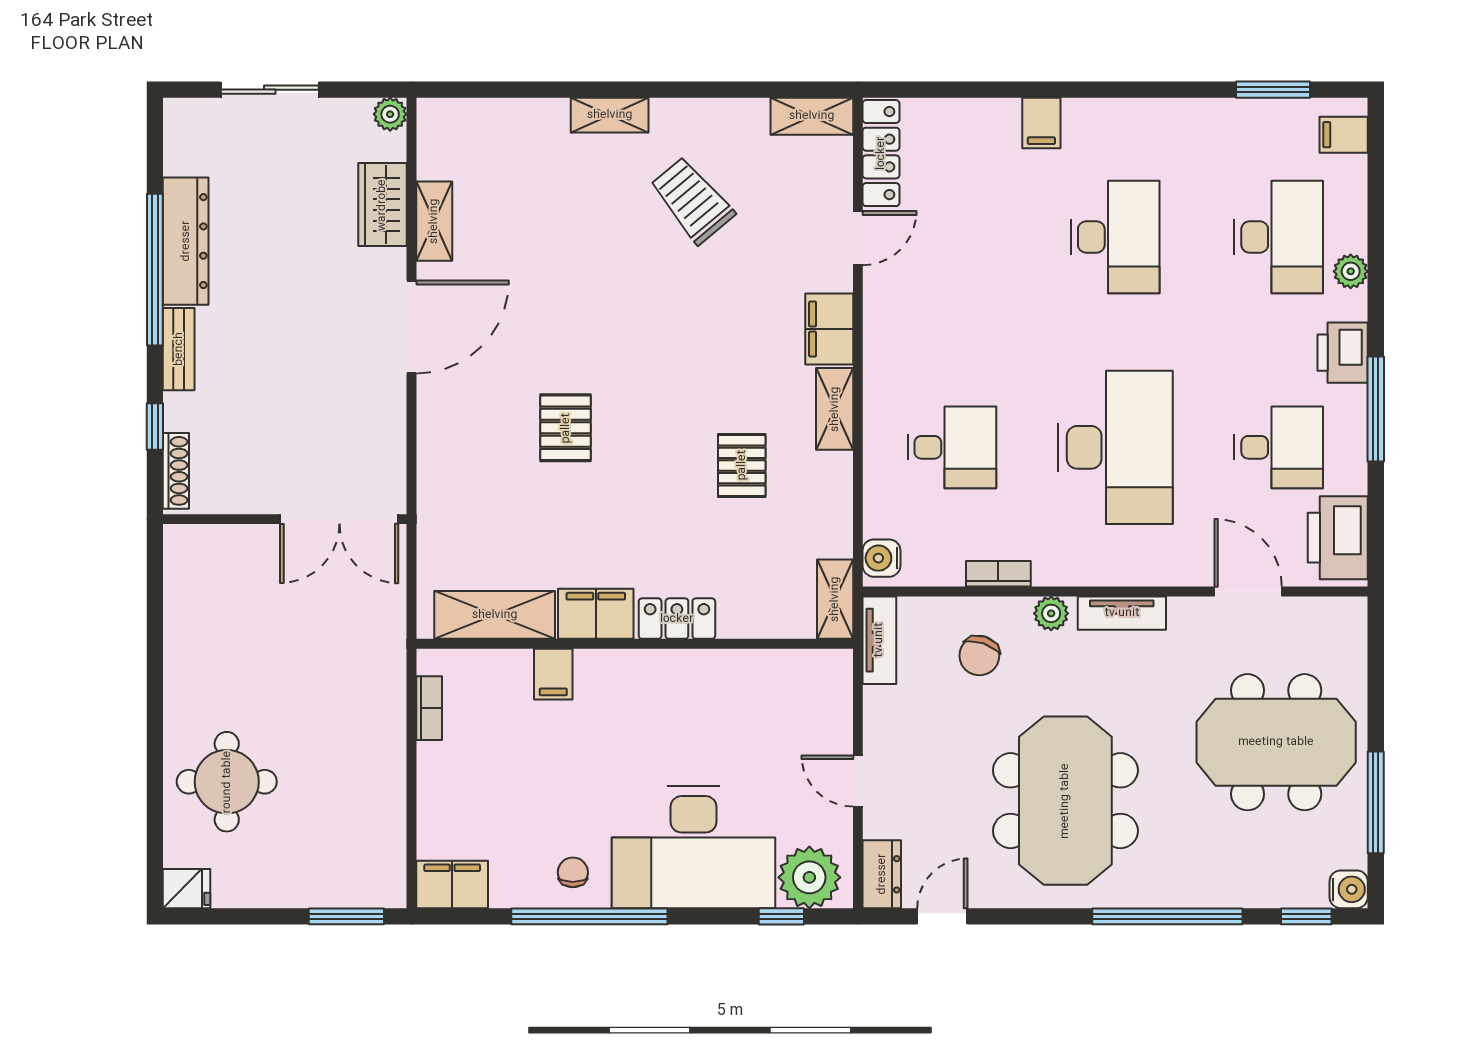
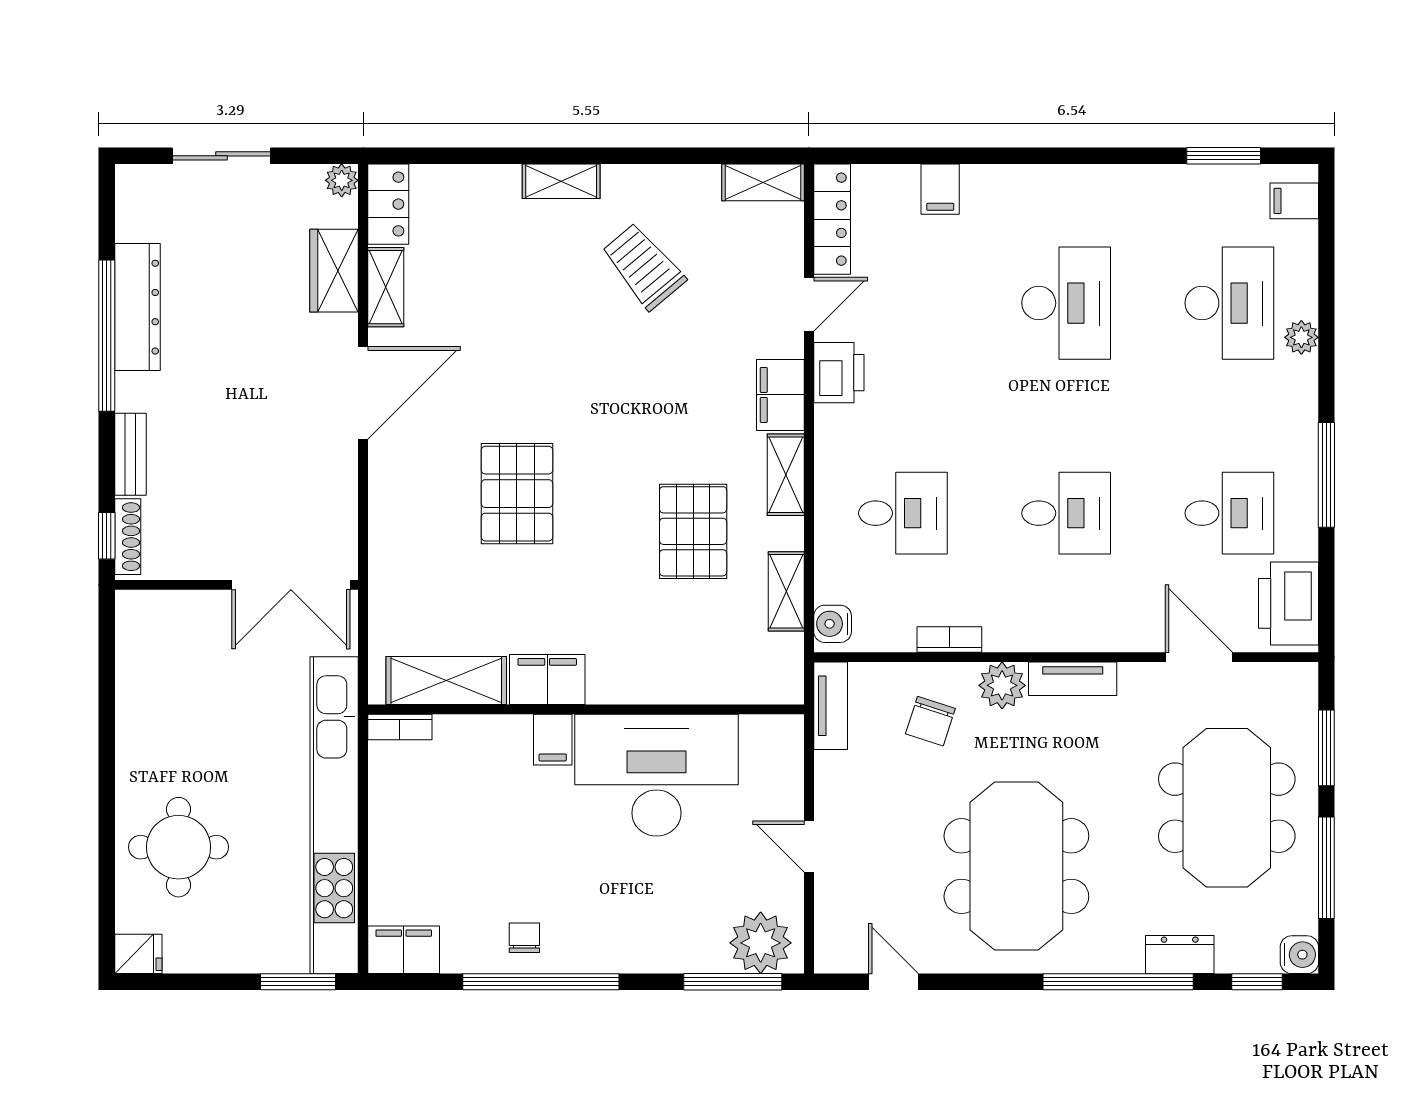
filing cabinet: (1041, 123) -> (940, 189), moved
bench: (179, 349) -> (130, 454), moved
printer: (1343, 353) -> (839, 373), moved, turned 180
window: (155, 426) -> (107, 536), moved
pallet: (566, 428) -> (517, 494), width x1.50, depth x1.42
desk: (1115, 447) -> (1066, 513), width x0.53, depth x0.77
pallet: (742, 465) -> (693, 531), width x1.50, depth x1.42
shelving: (835, 599) -> (786, 591), moved
plant: (1051, 613) -> (1002, 685), width x1.38, depth x1.38
locker: (677, 619) -> (388, 204), moved, turned 90
filing cabinet: (553, 674) -> (553, 740), moved
window: (1376, 682) -> (1326, 748), added
bookcase: (429, 708) -> (400, 727), moved, turned 90
meeting table: (1276, 742) -> (1227, 808), turned 90
kitchen unit: (383, 750) -> (334, 815), added
desk: (694, 847) -> (657, 775), moved, turned 180
dresser: (882, 874) -> (1180, 955), moved, turned -90
window: (781, 916) -> (733, 982), width x2.17
door: (942, 916) -> (893, 982), hinge flipped

